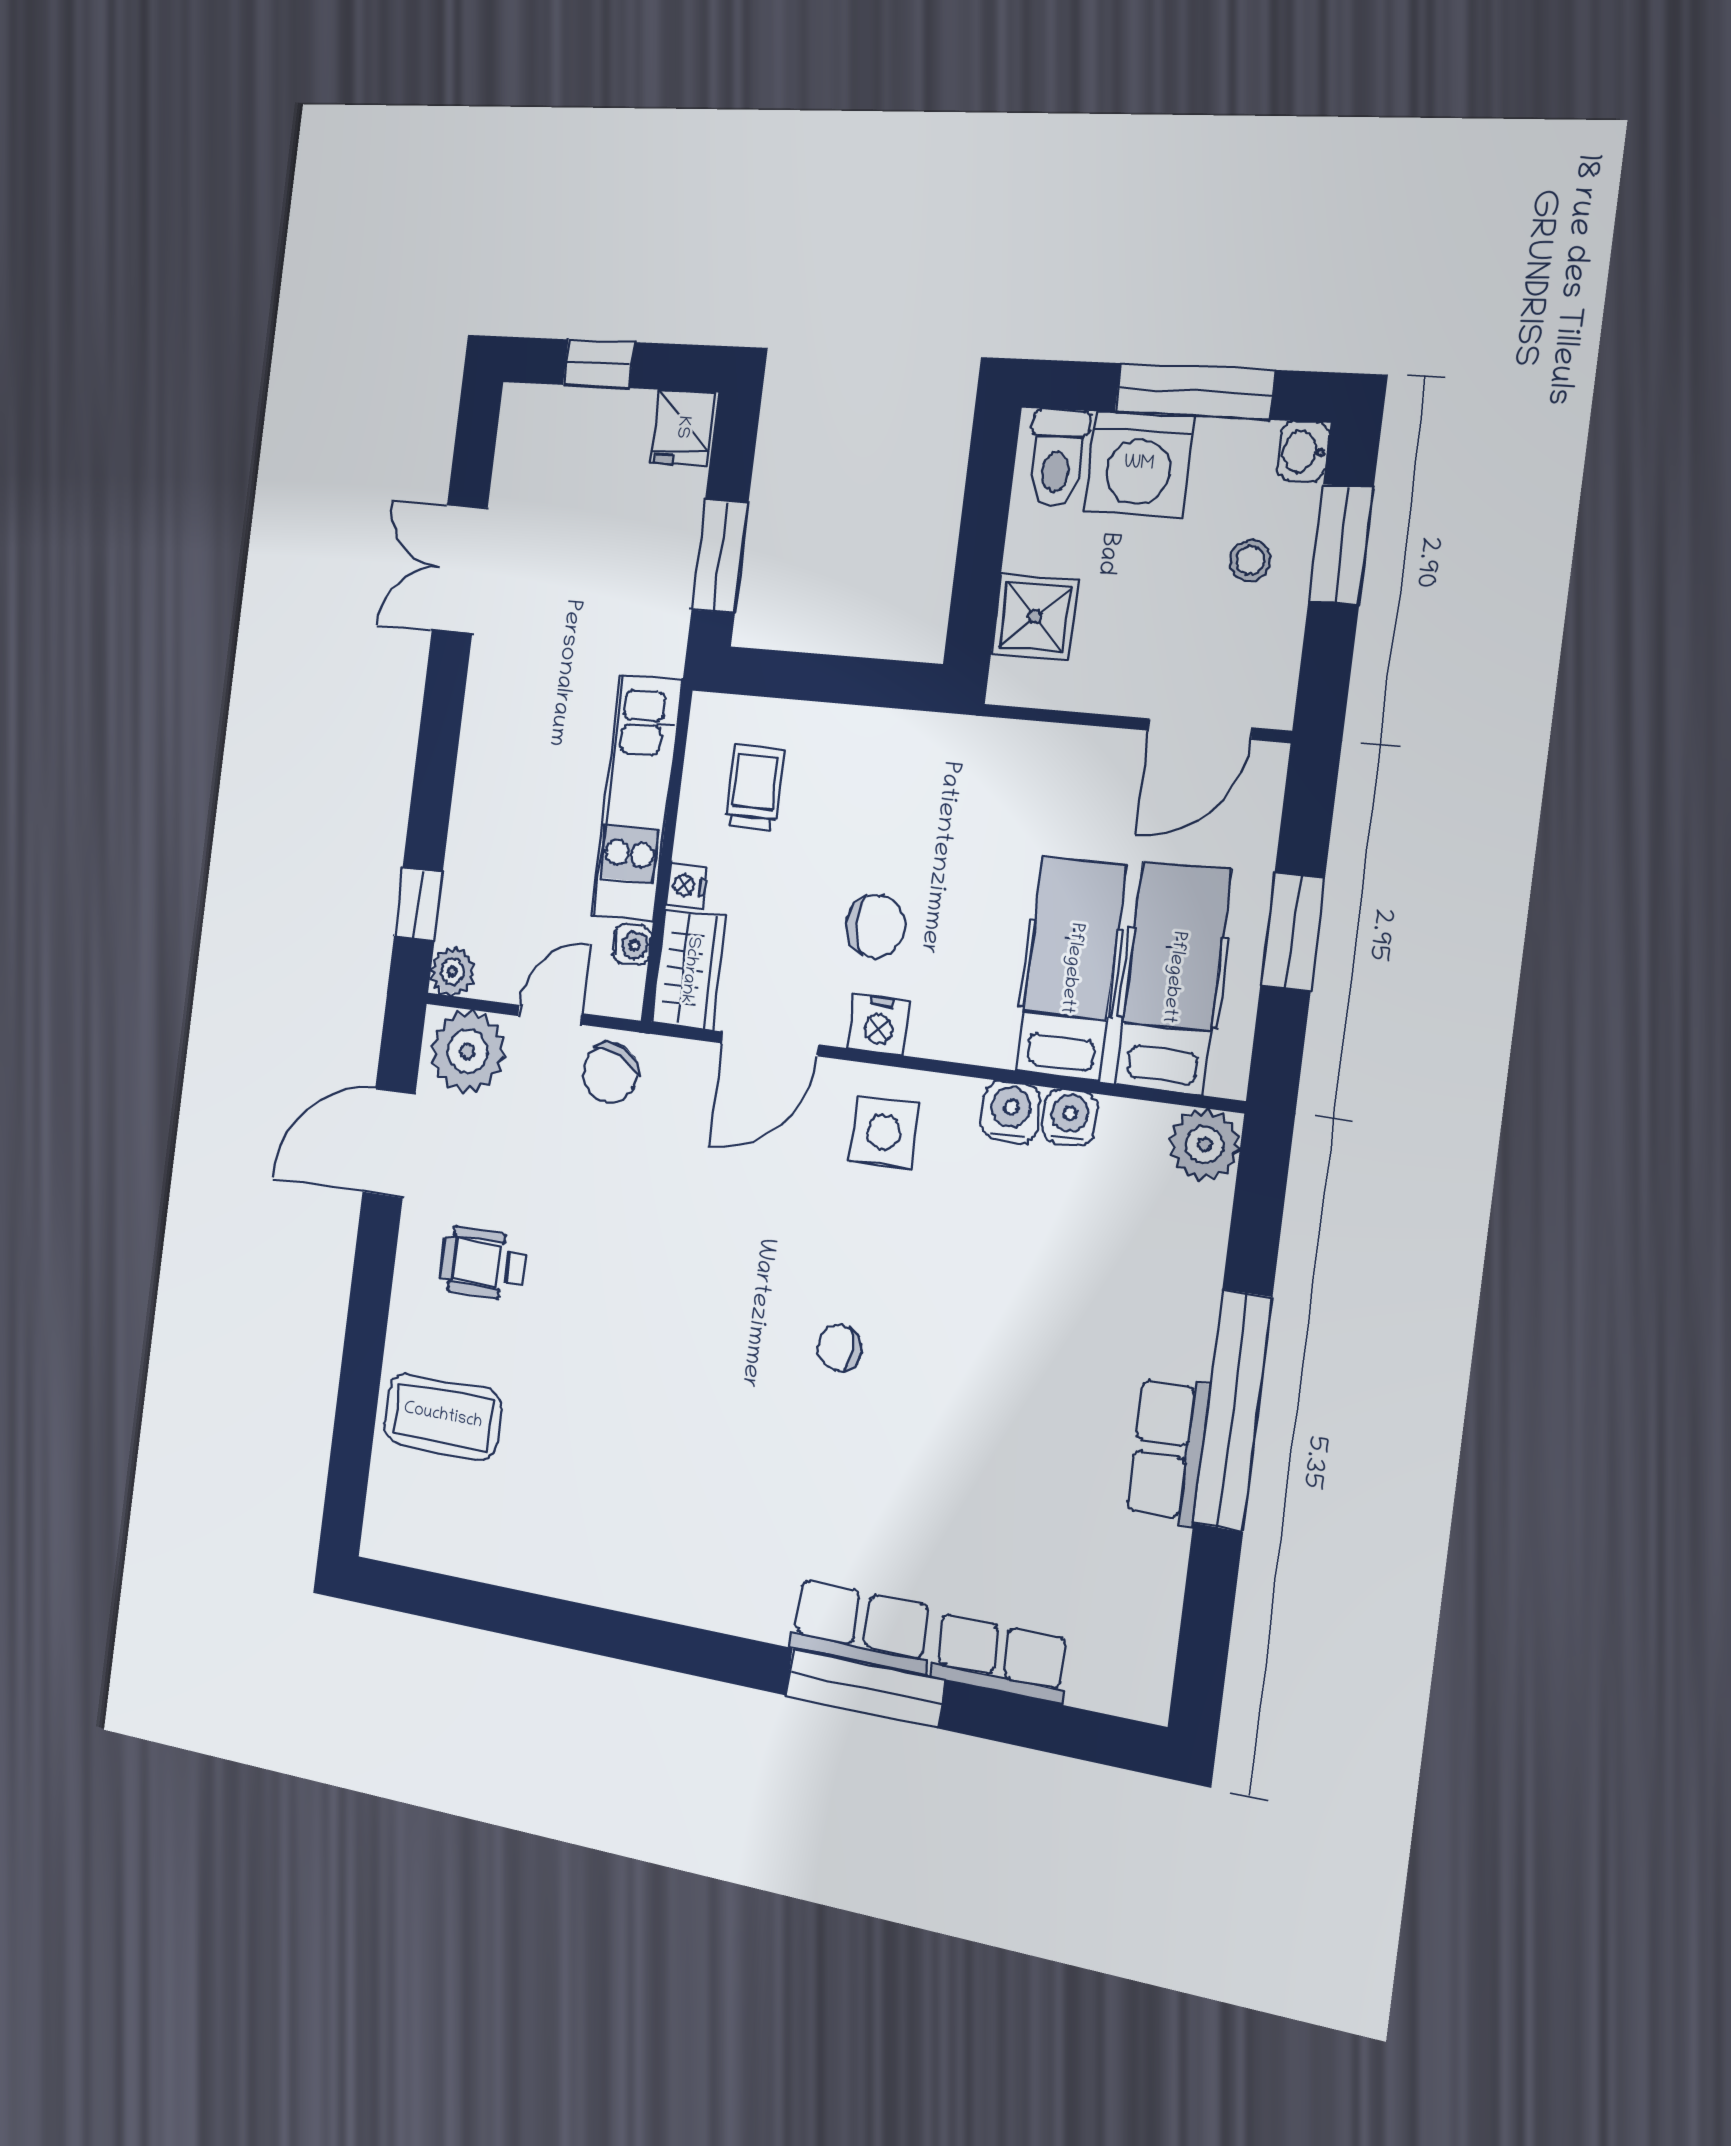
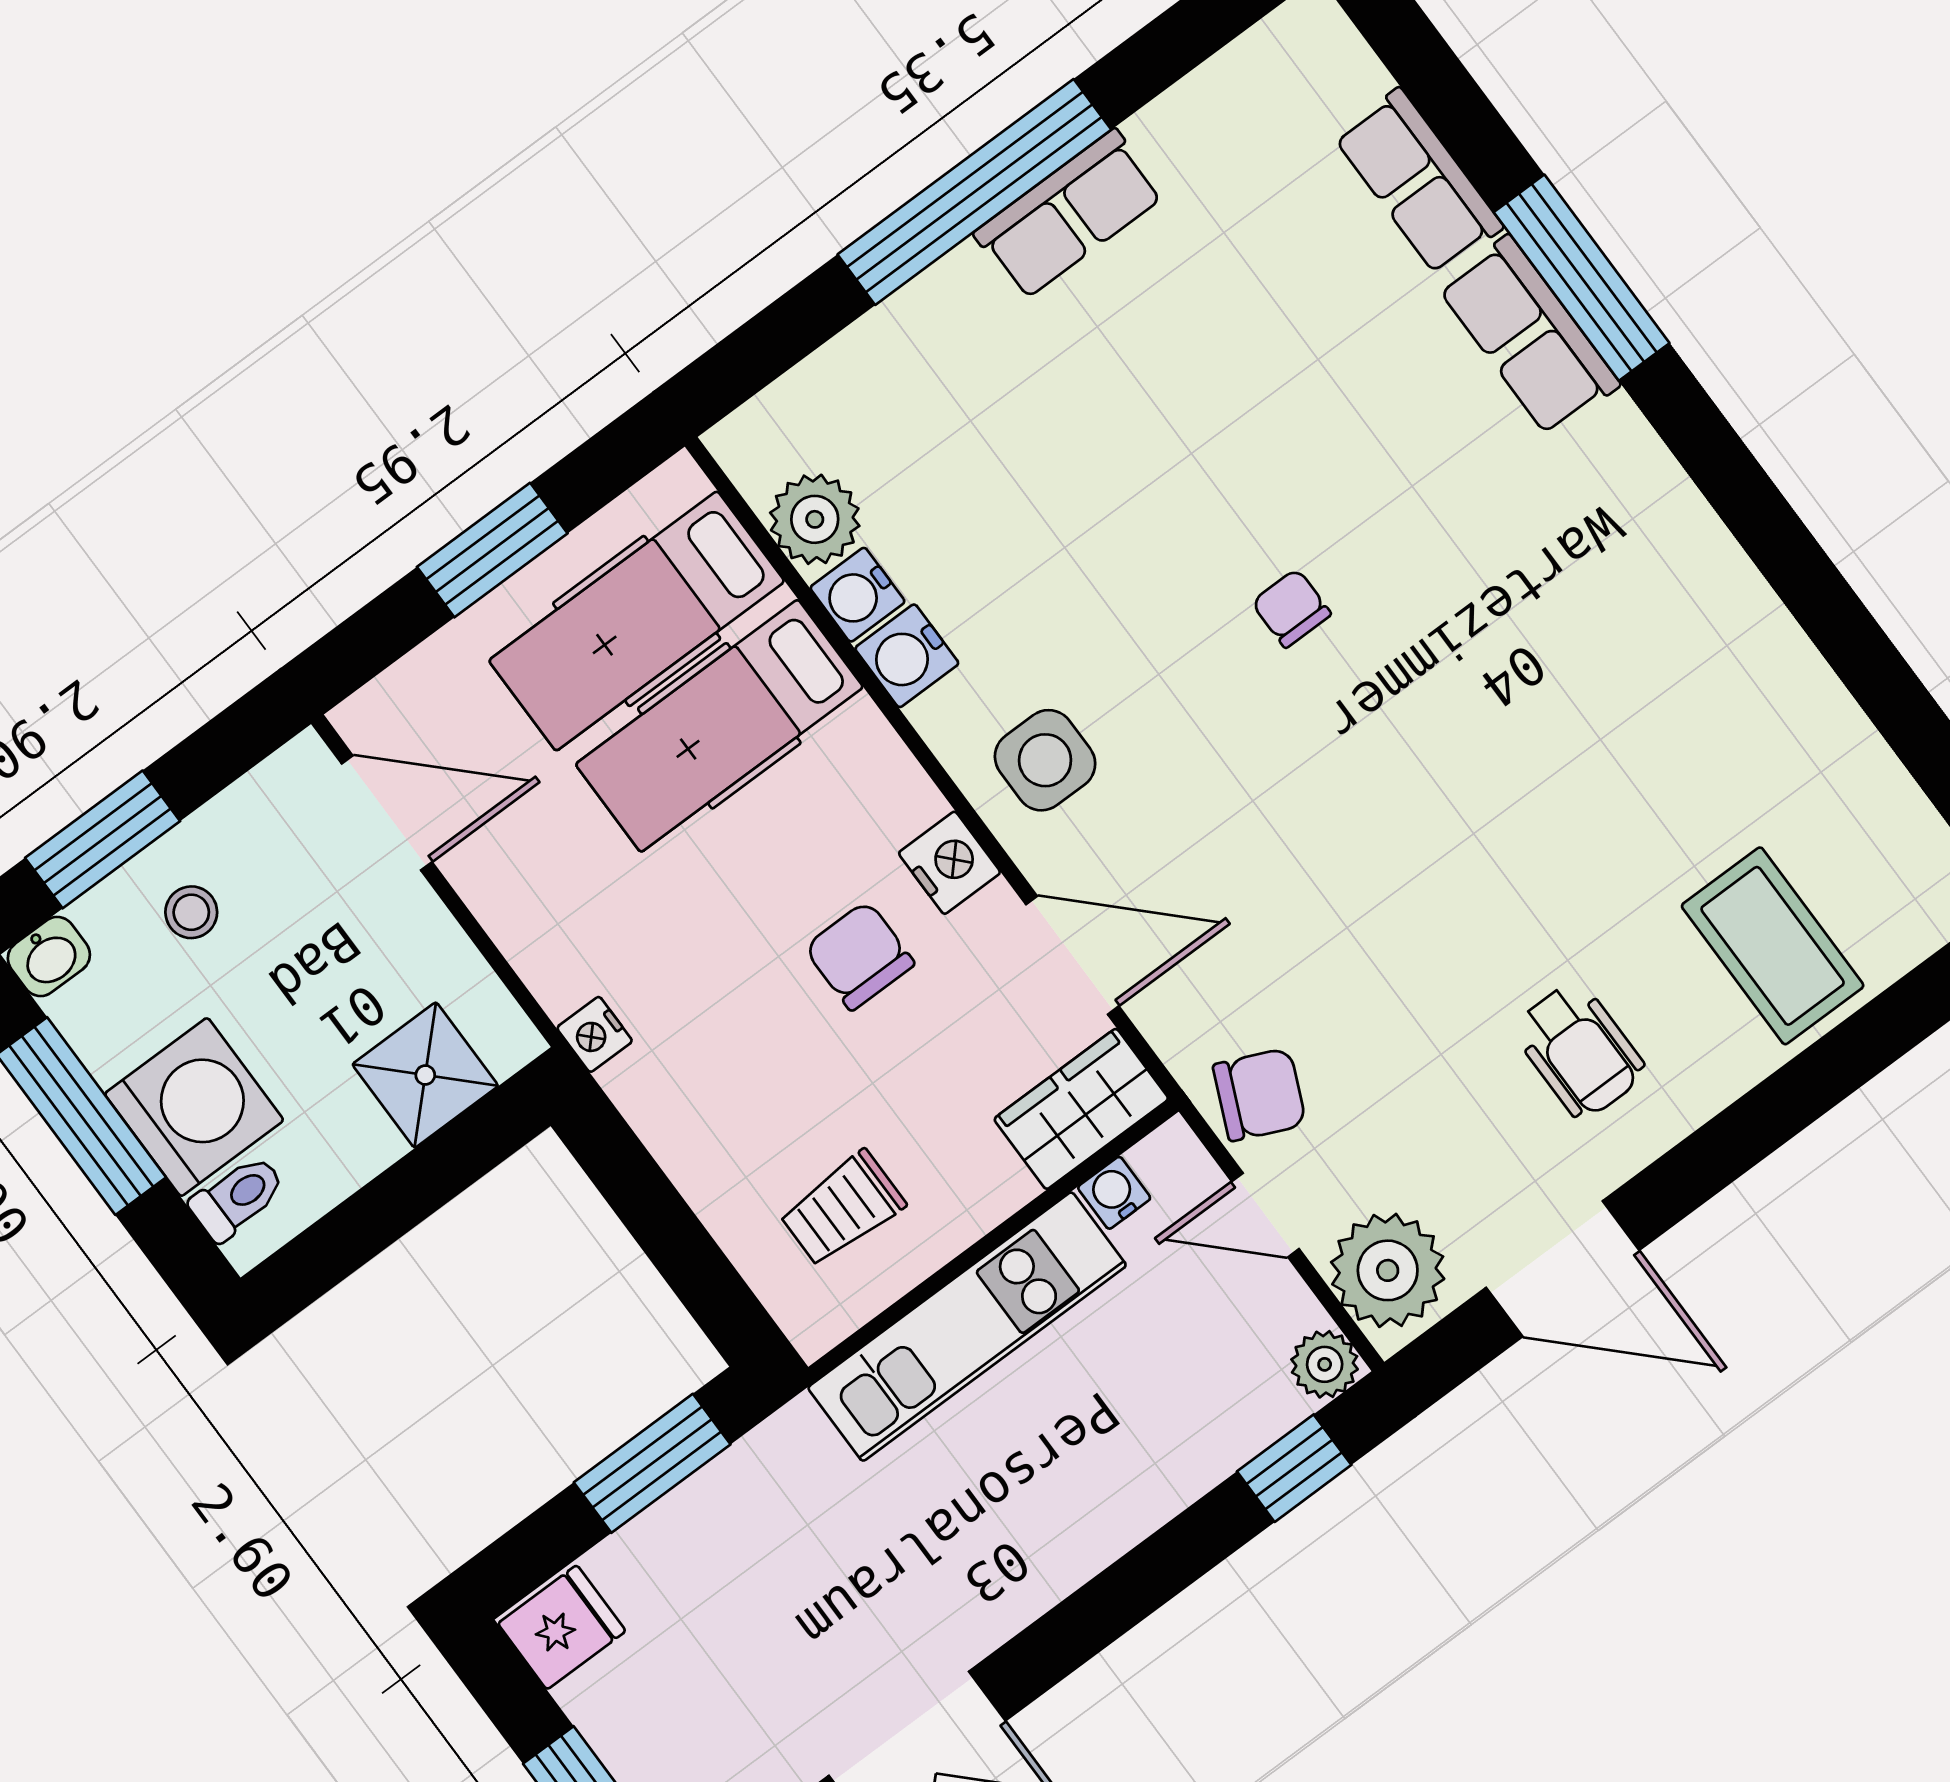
toilet: (1057, 458) -> (238, 1198), width x0.73, depth x0.72
nightstand: (687, 886) -> (595, 1034), moved, turned 90
plant: (1205, 1145) -> (815, 519), moved
chair: (839, 1348) -> (1291, 608), turned 180

